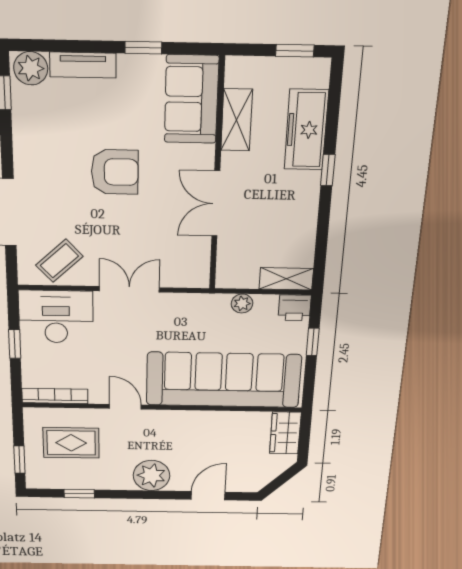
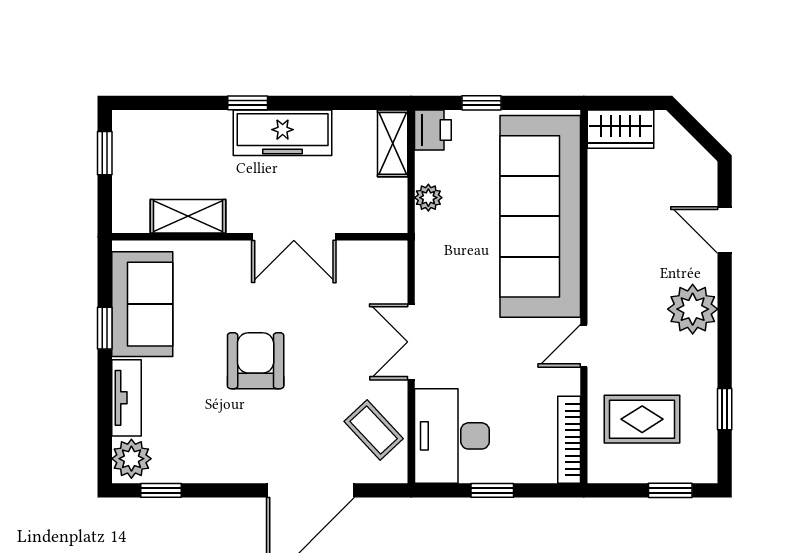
sofa: (191, 99) -> (142, 304), moved, turned -90
freezer: (306, 130) -> (283, 133), moved
rug: (71, 443) -> (642, 419), turned 90

